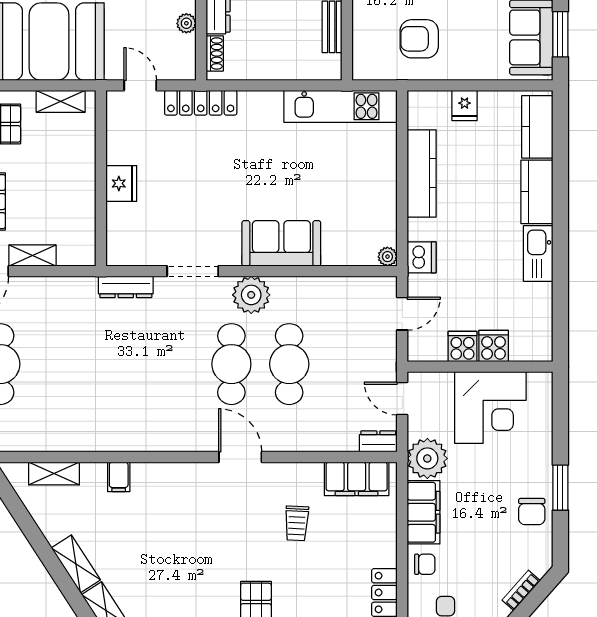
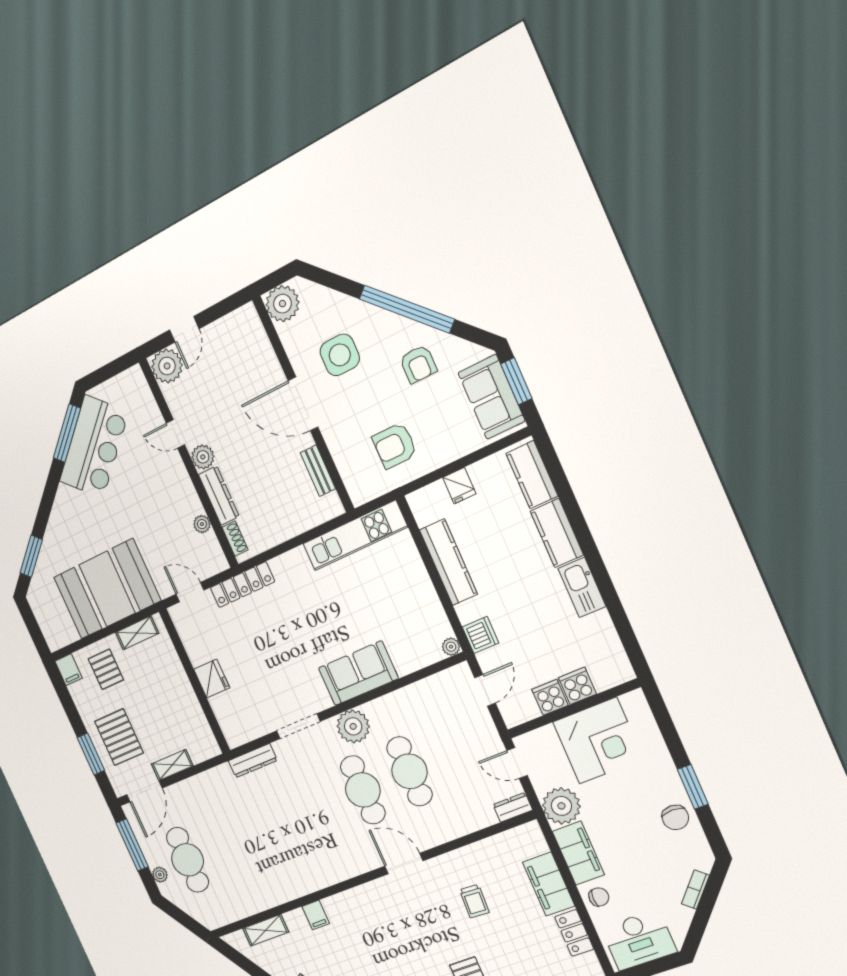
filing cabinet: (357, 479) -> (549, 884), moved, turned 90

